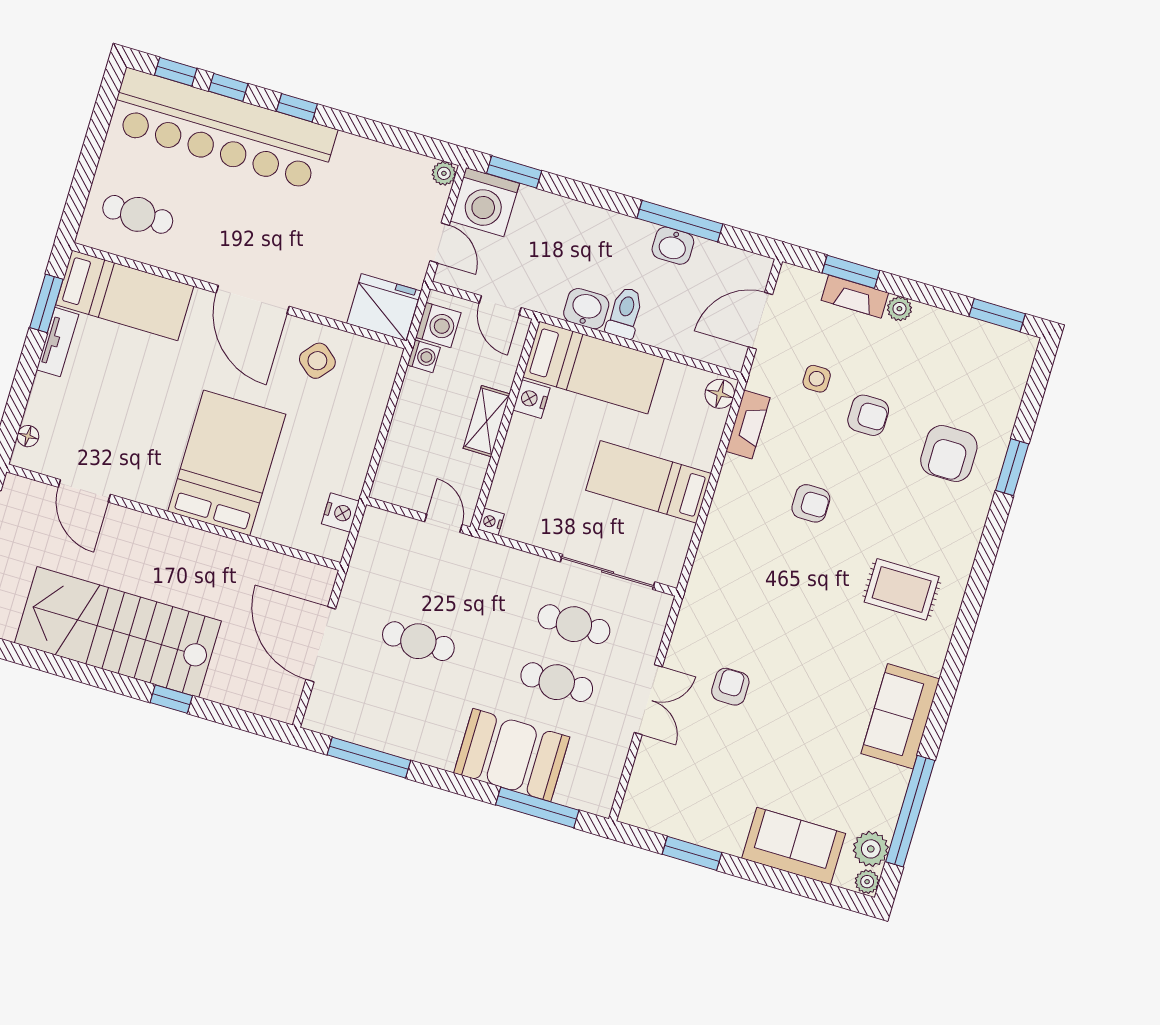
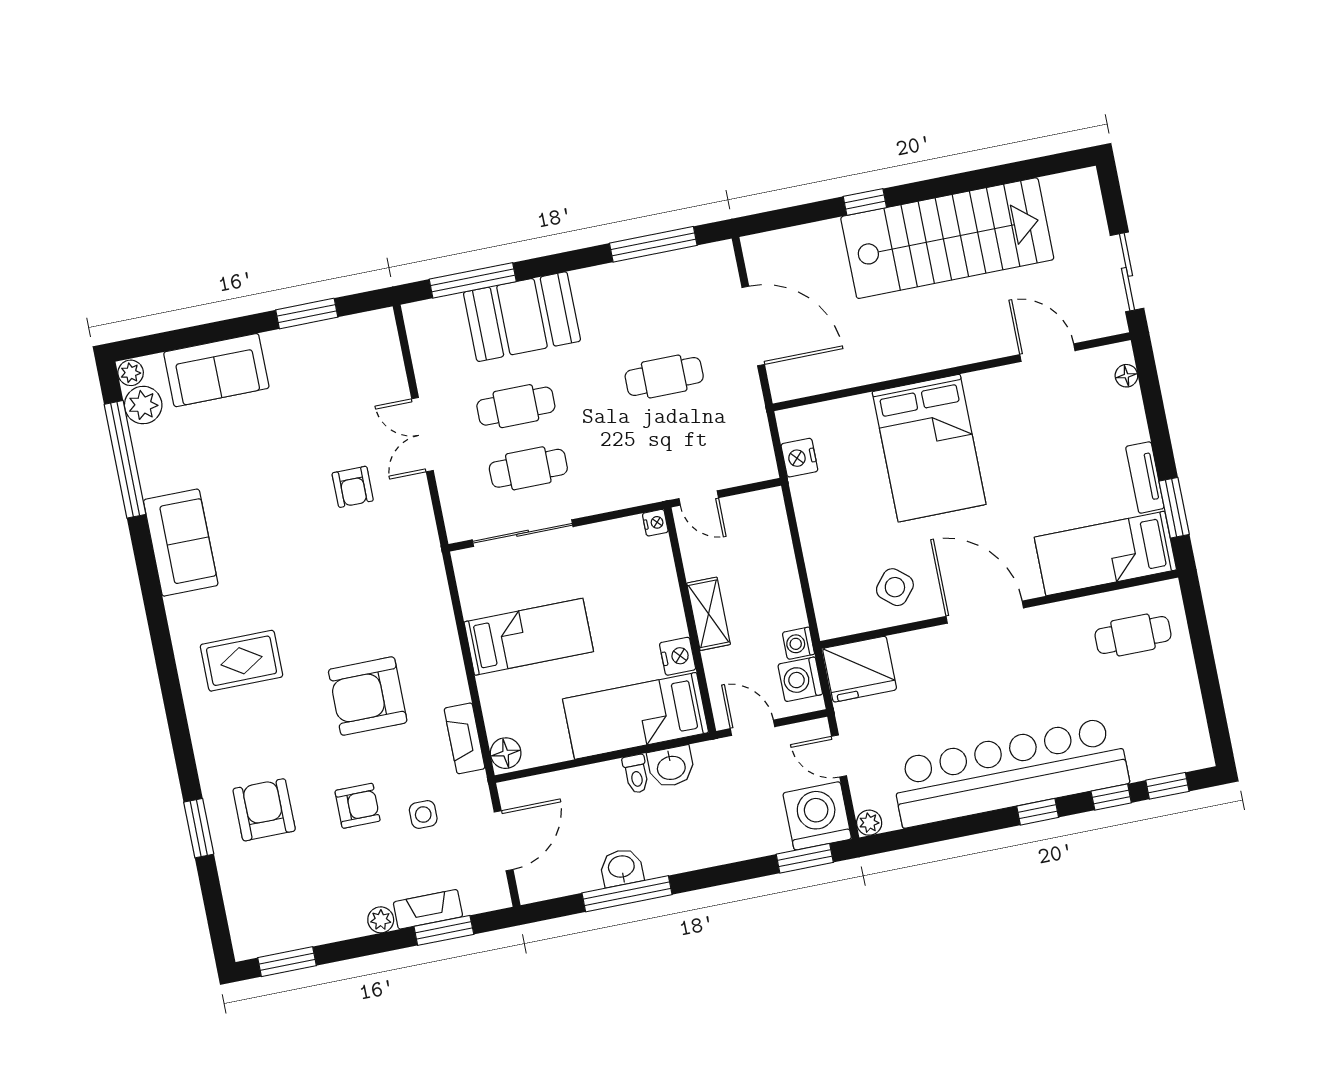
bar counter: (223, 130) -> (1010, 772), moved
toilet: (625, 313) -> (636, 774), width x0.73, depth x0.72
armchair: (868, 415) -> (358, 806), turned 180
armchair: (811, 503) -> (368, 696), width x1.88, depth x1.88

